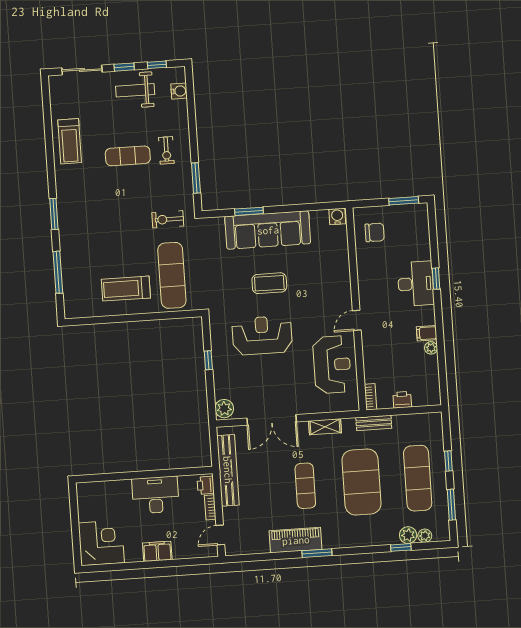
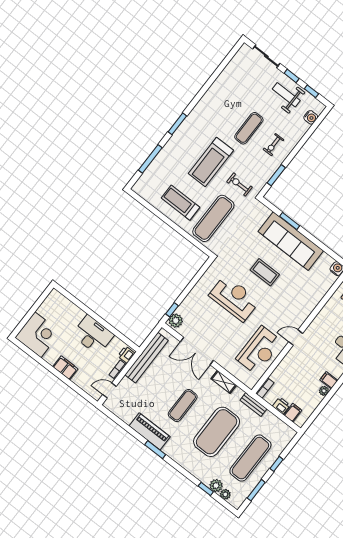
treadmill: (70, 141) -> (211, 162), moved, width x1.37, depth x1.38
exercise mat: (128, 156) -> (249, 128), turned 90
window: (208, 360) -> (172, 310), moved
filing cabinet: (420, 397) -> (293, 413), added

